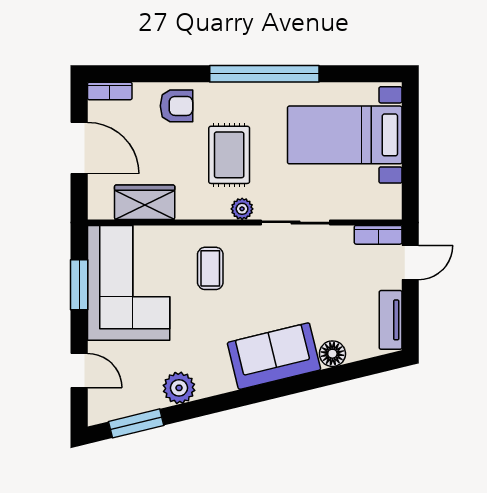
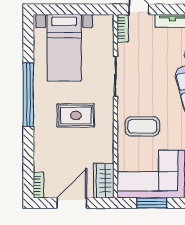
armchair: (176, 106) -> (47, 146), removed
wardrobe: (145, 202) -> (104, 181), moved
plant: (242, 209) -> (107, 108), removed
coffee table: (210, 268) -> (142, 126), width x1.36, depth x1.30

